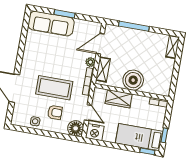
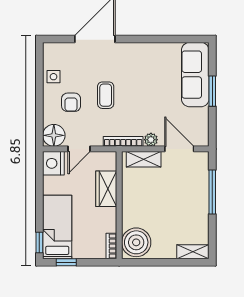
boiler: (133, 80) -> (136, 242), moved
coffee table: (54, 88) -> (106, 95), width x0.54, depth x0.58

